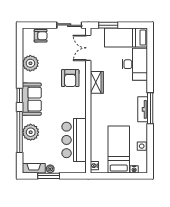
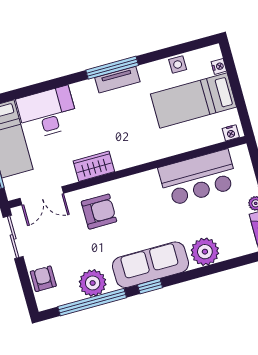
sofa: (32, 99) -> (150, 265), width x1.36
window: (20, 132) -> (92, 302), moved

